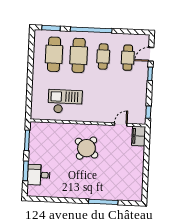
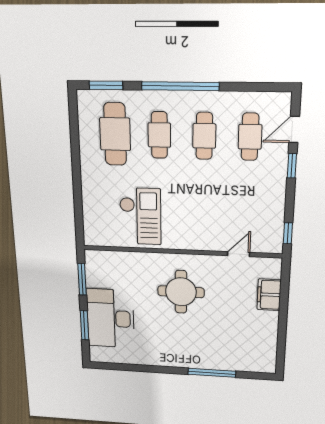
cafe table: (79, 55) -> (159, 135), width x0.73, depth x0.74
checkout: (65, 101) -> (140, 216), turned 90
filing cabinet: (139, 136) -> (269, 295), moved
round table: (86, 148) -> (181, 292), turned -38
desk: (39, 175) -> (110, 318), width x1.87, depth x1.30

